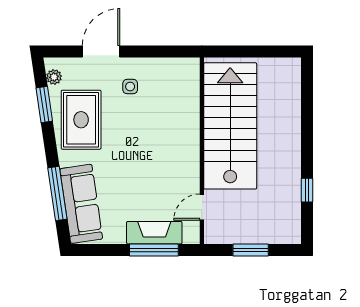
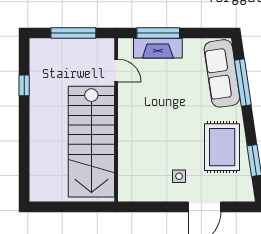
plant: (54, 77) -> (246, 185), removed
door: (202, 207) -> (116, 71), hinge flipped
window: (251, 250) -> (73, 33), width x1.44

